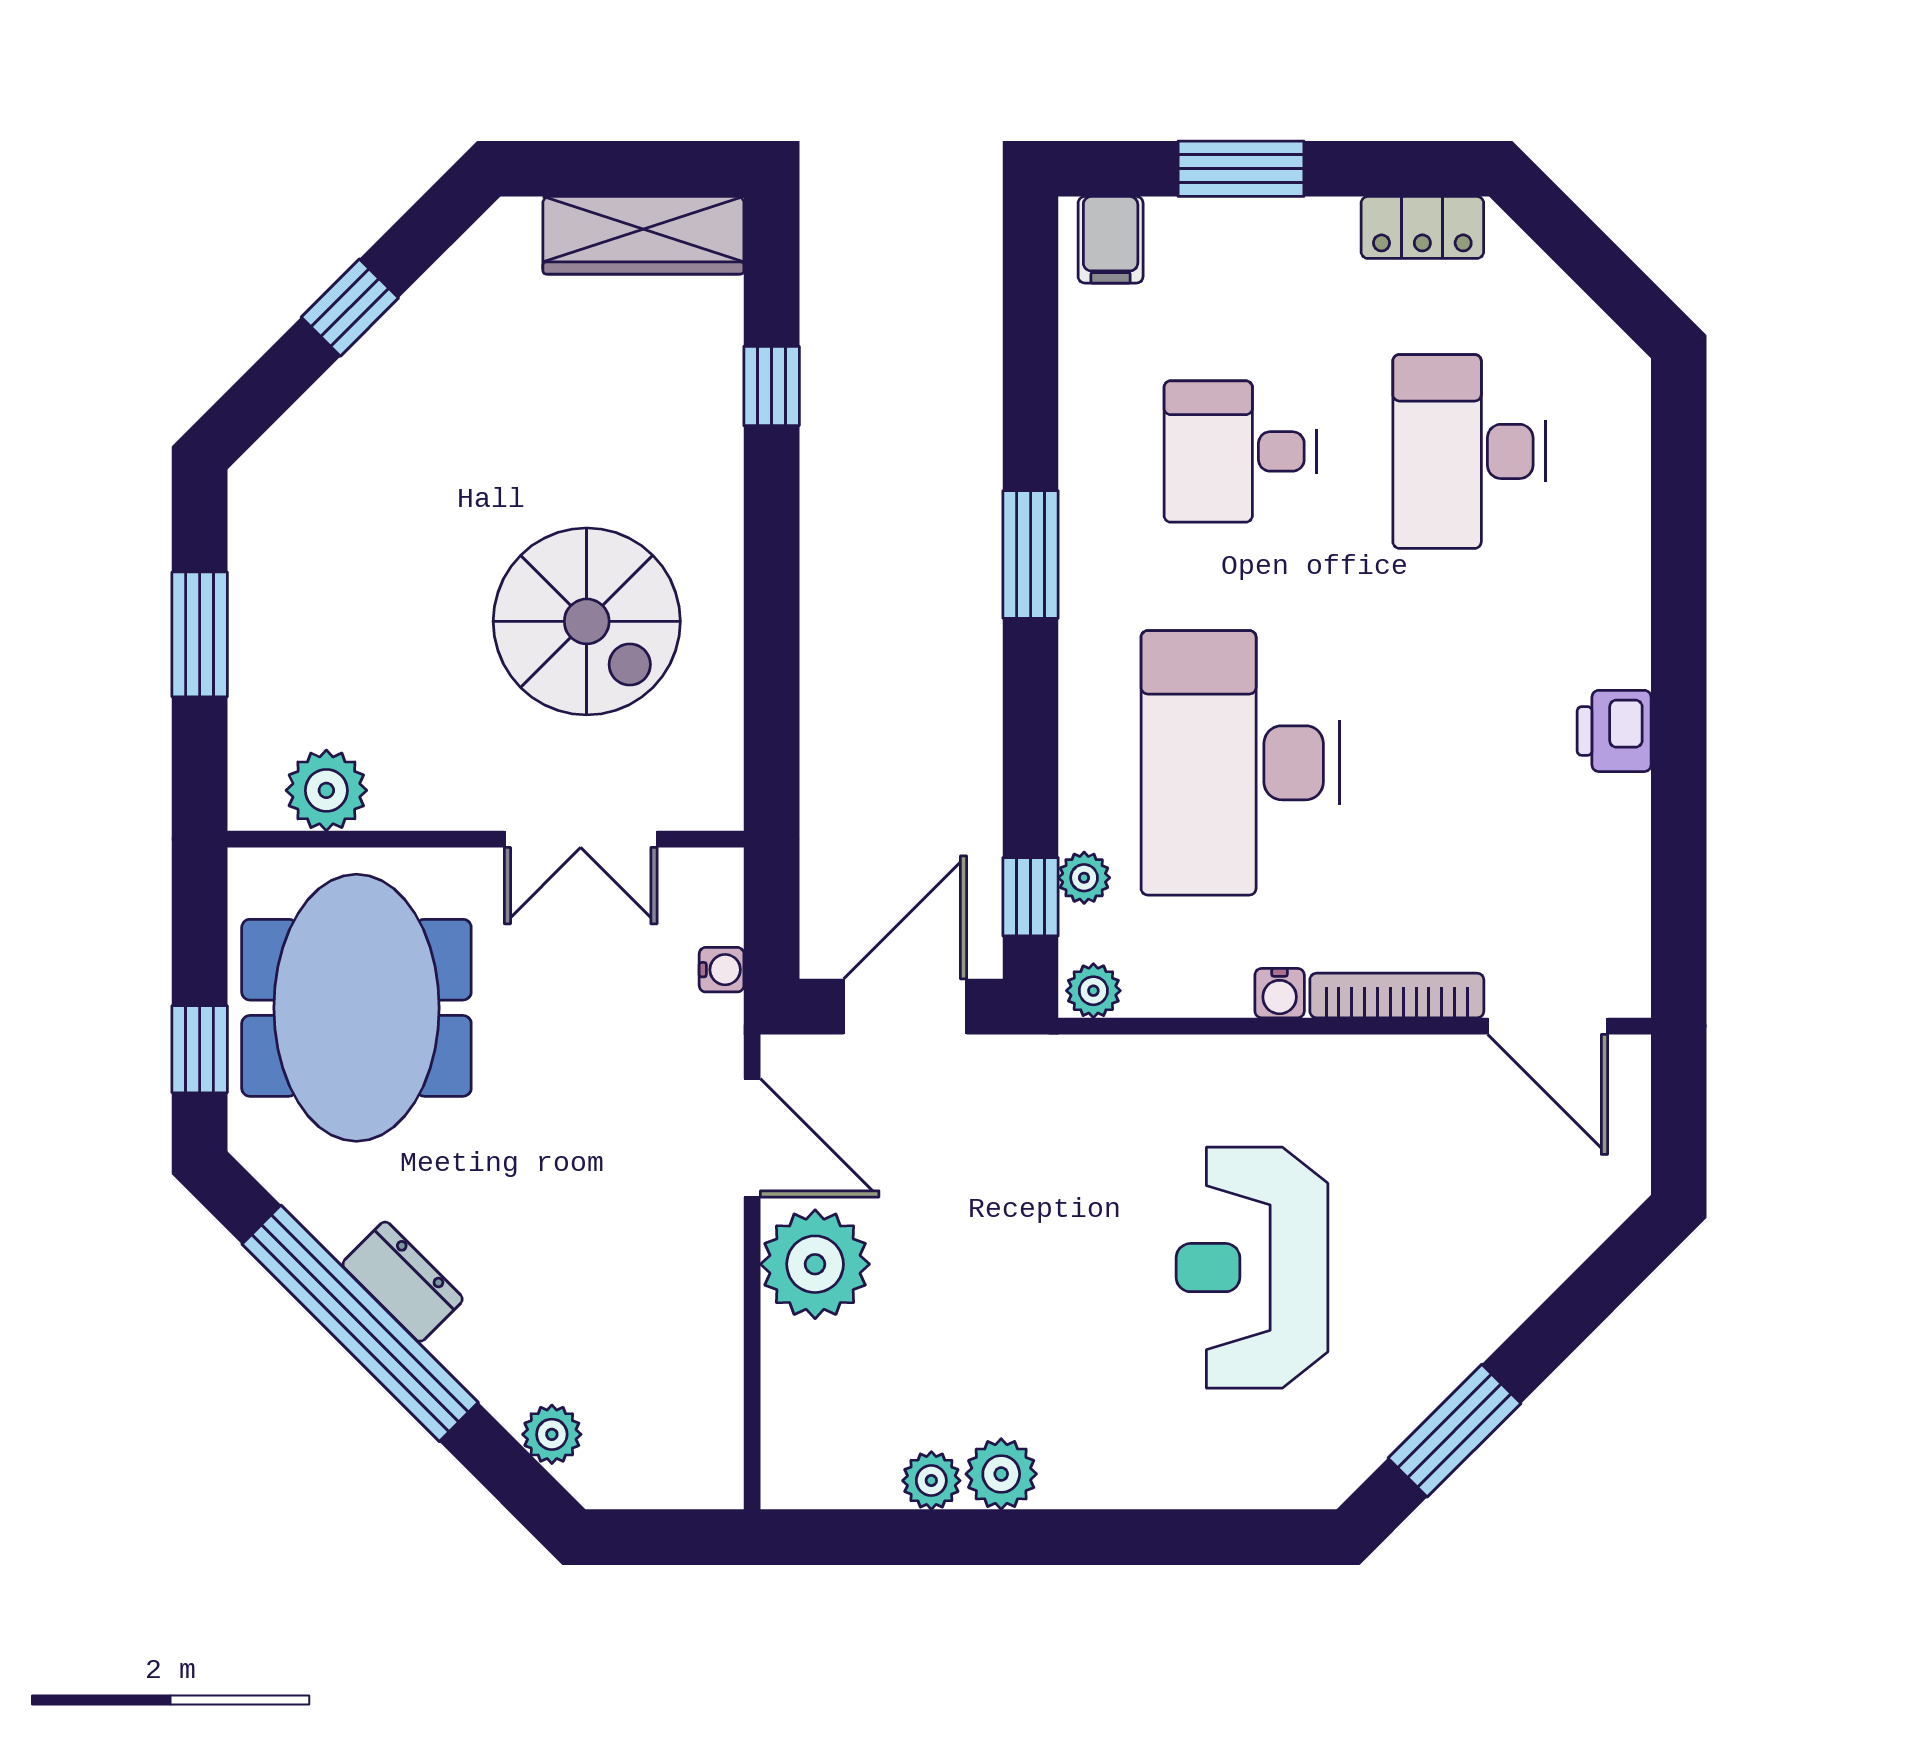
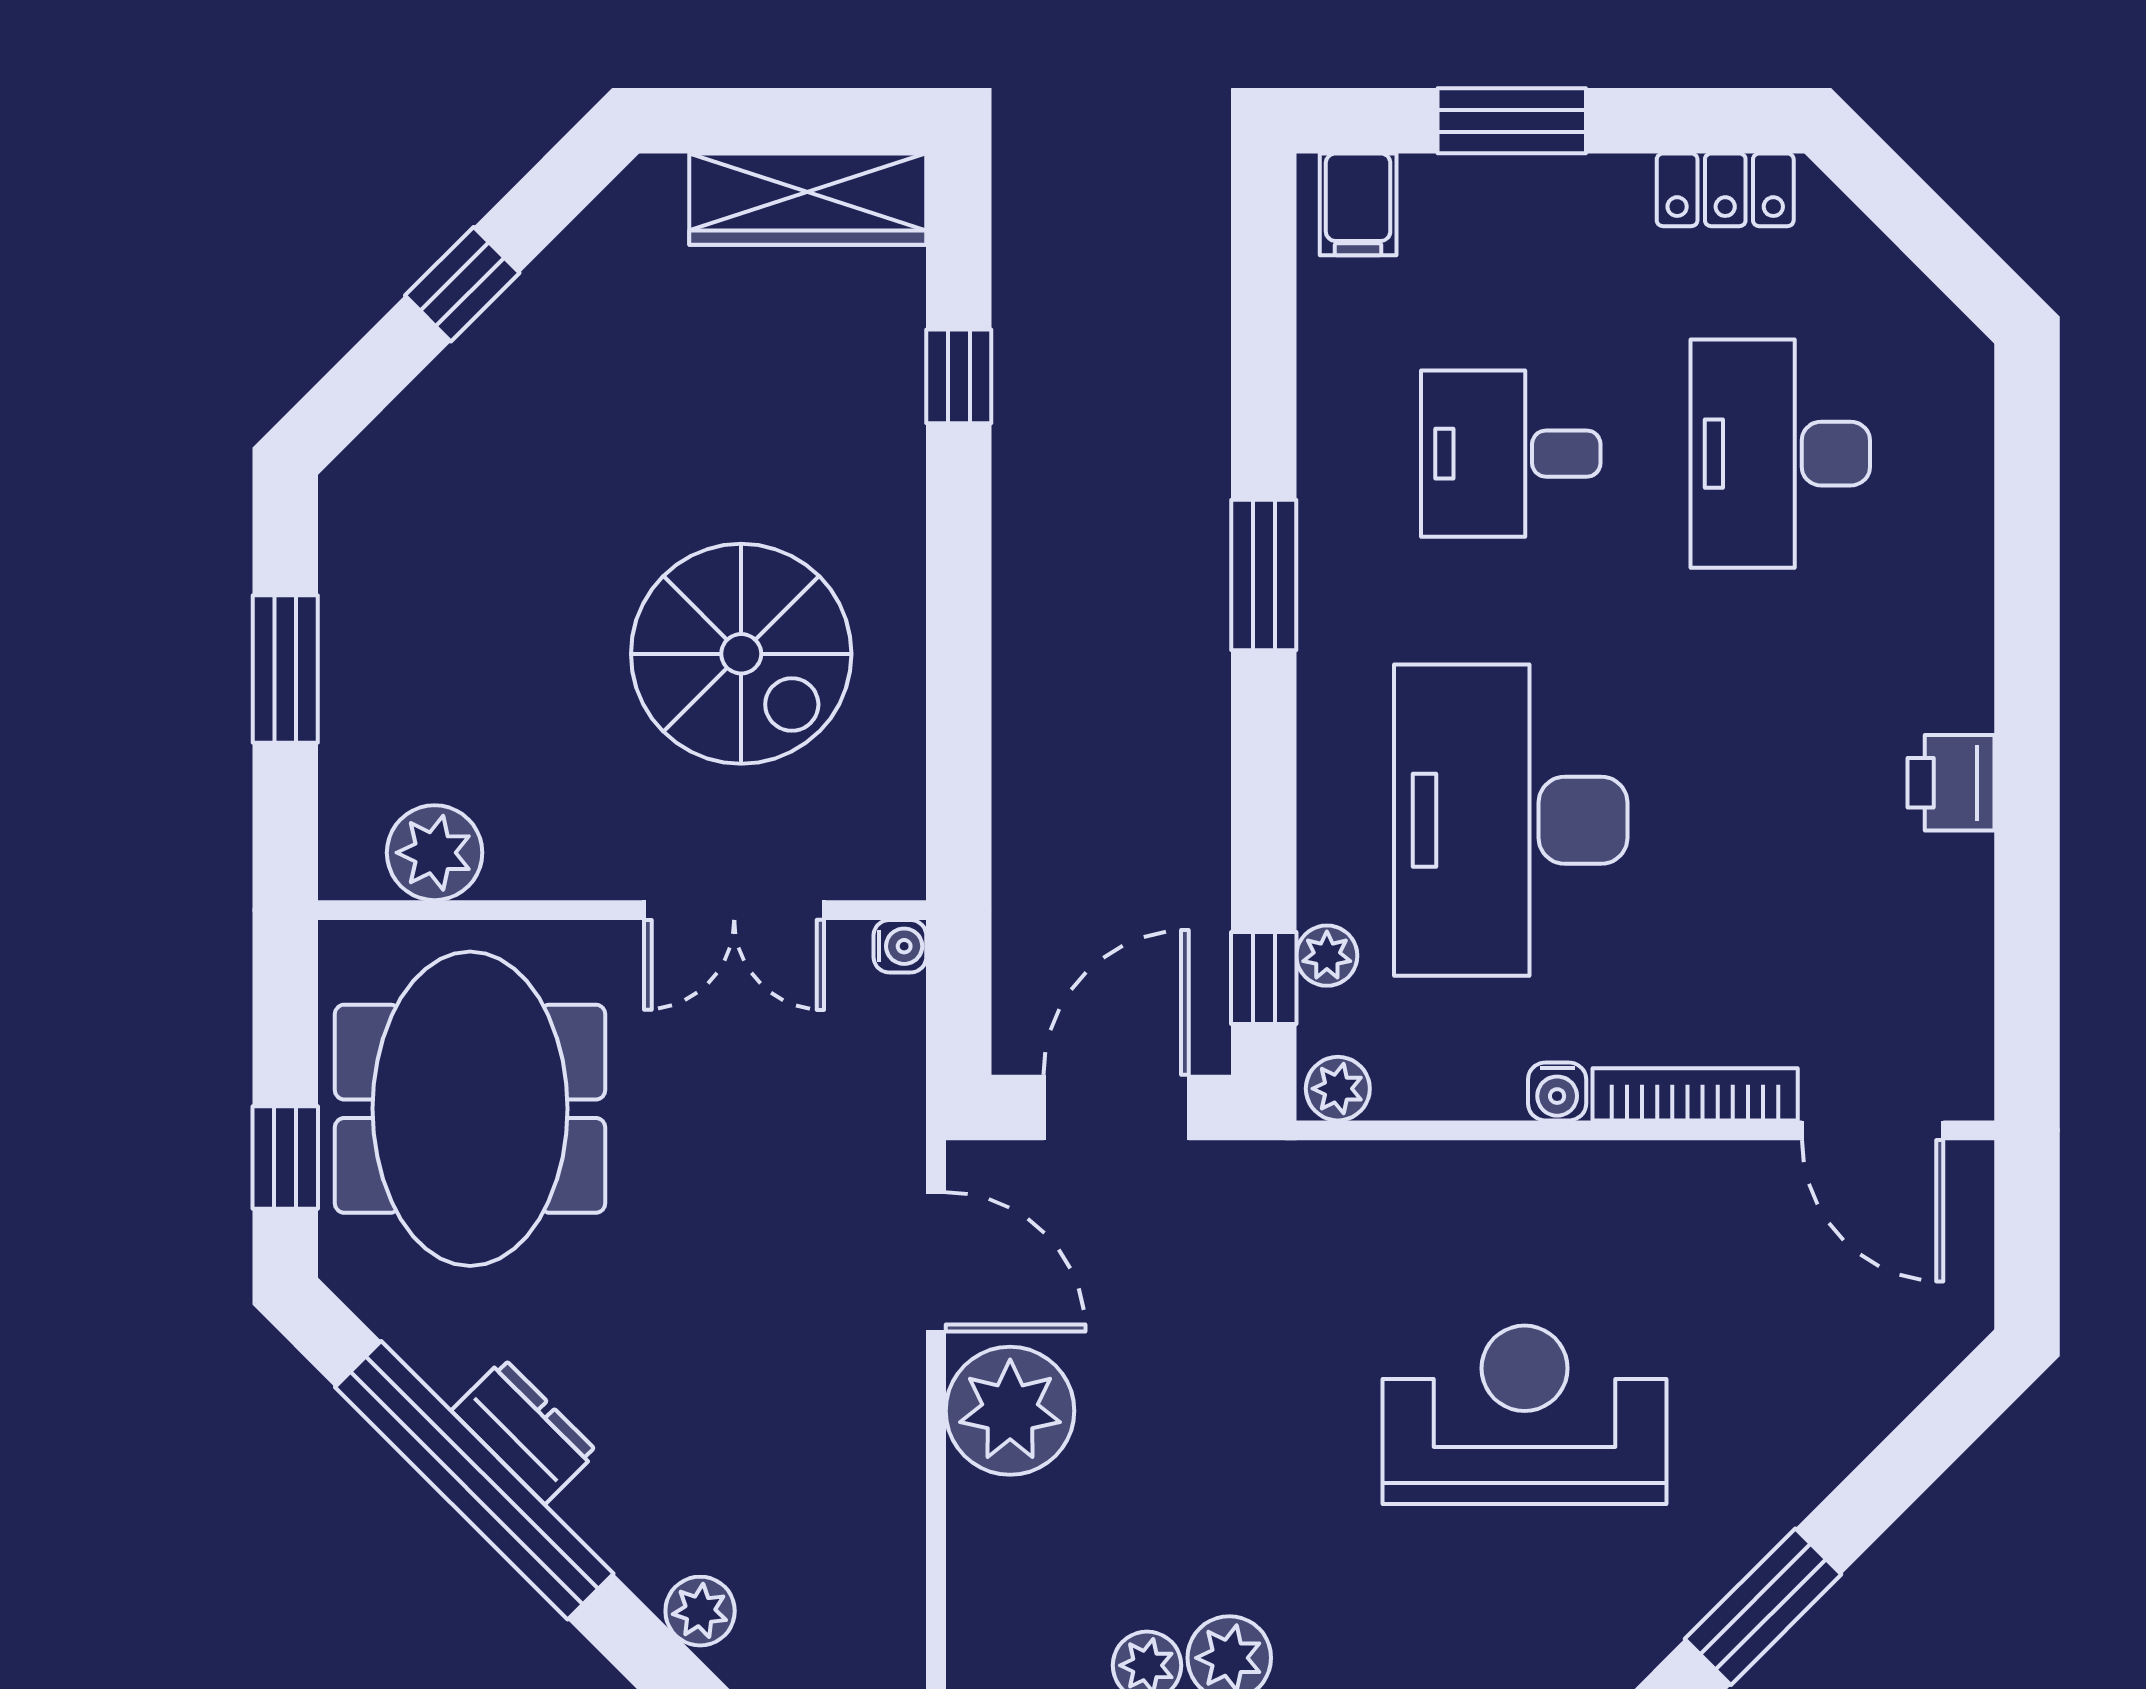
water cooler: (722, 970) -> (900, 946), moved
reception desk: (1252, 1268) -> (1525, 1415), turned 90

